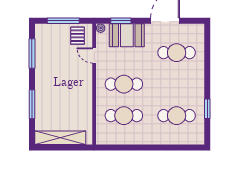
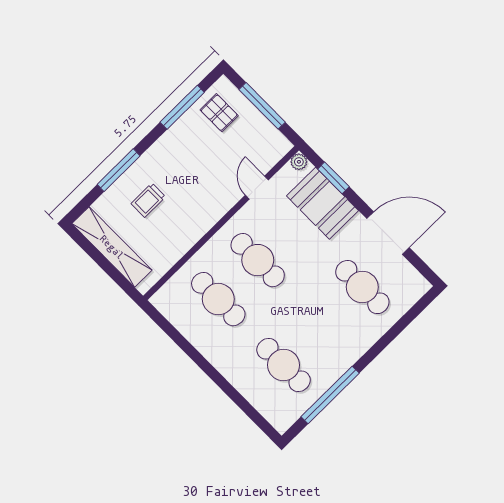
pallet: (78, 36) -> (219, 113), moved, turned 90
trolley: (56, 104) -> (148, 200), added
window: (207, 109) -> (330, 395), width x2.11

